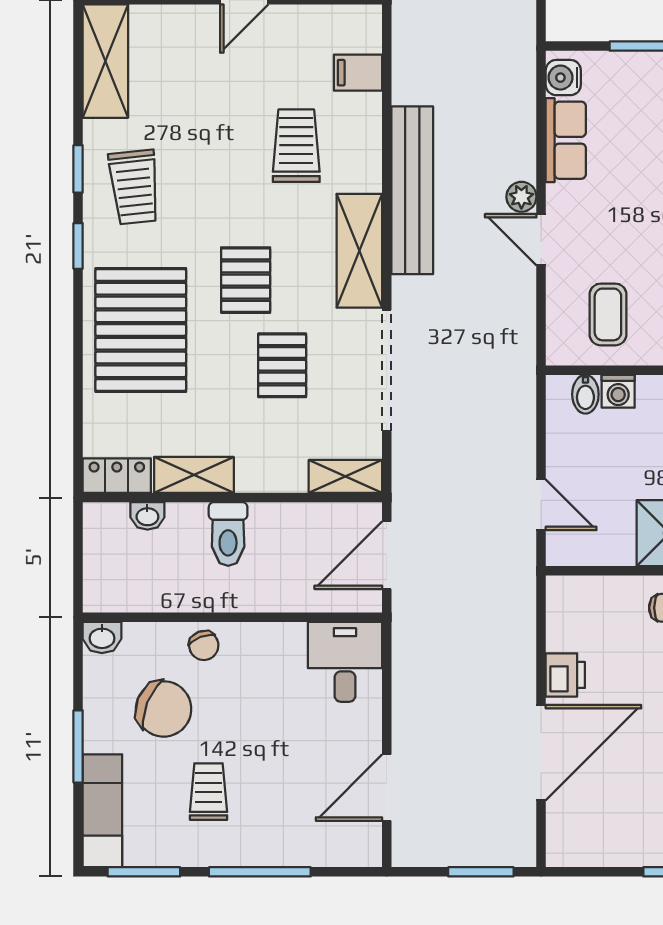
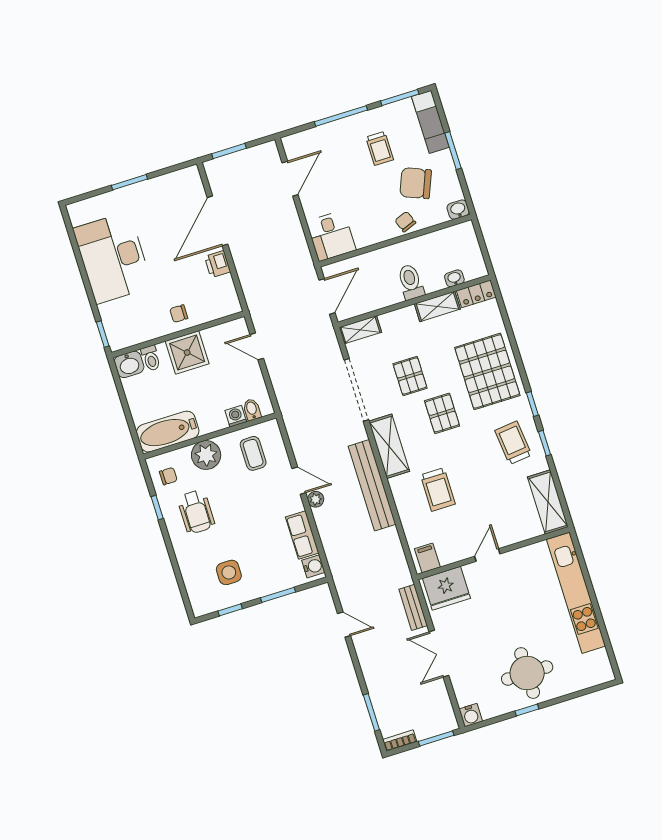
filing cabinet: (358, 73) -> (427, 558), moved, turned -90

